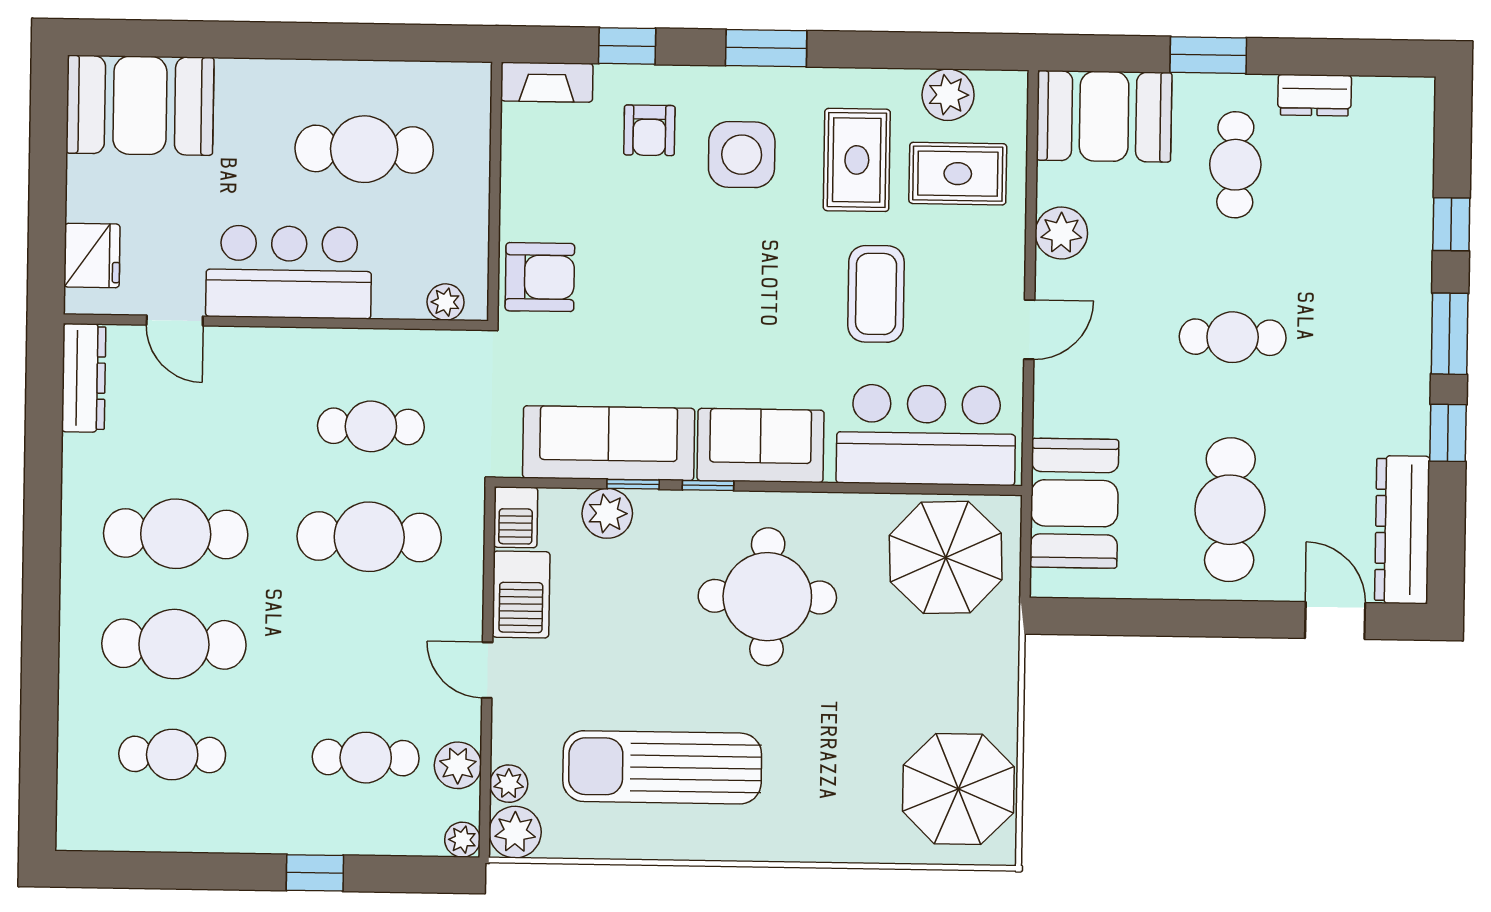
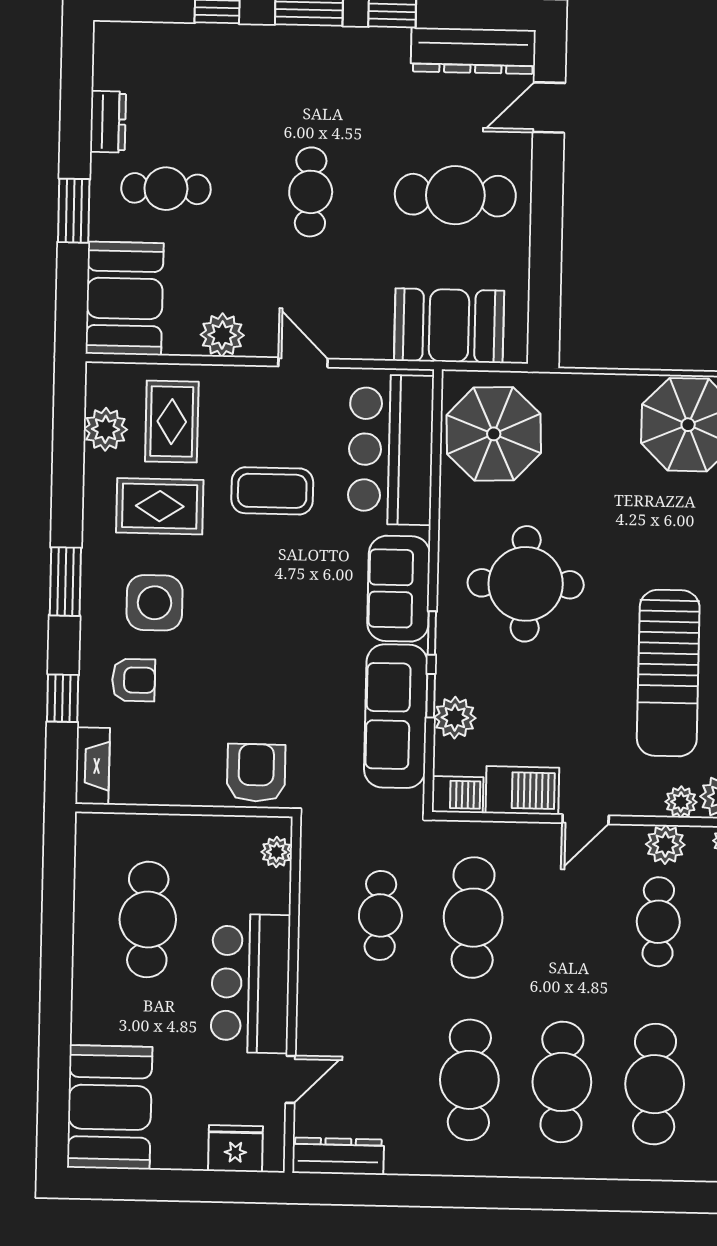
cafe table: (172, 754) -> (655, 1084), width x1.37, depth x1.35

